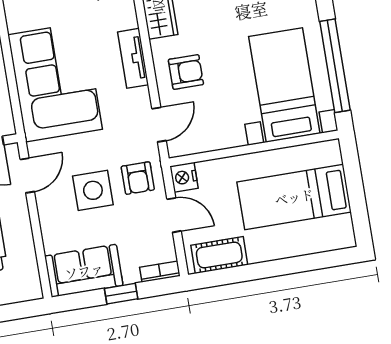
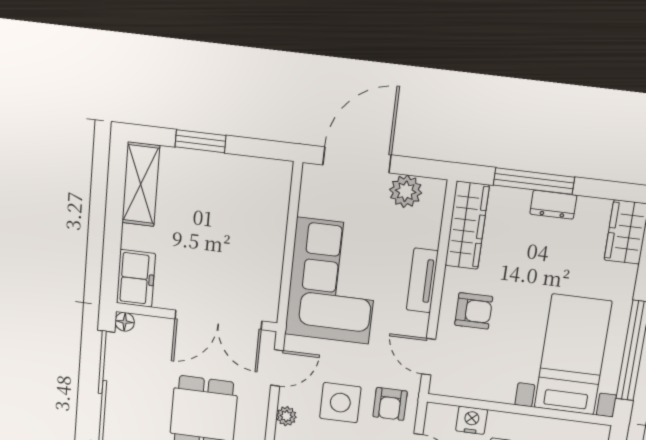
door: (159, 125) -> (429, 357), swing flipped
nightstand: (184, 177) -> (472, 420), moved, turned 90
plant: (48, 218) -> (286, 416), added

